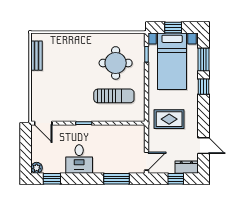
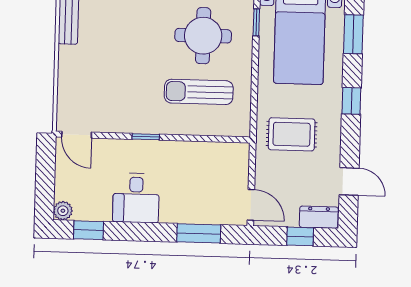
window: (203, 87) -> (351, 101), moved
sun lounger: (114, 96) -> (199, 92), turned 180
door: (147, 161) -> (251, 205), hinge flipped

